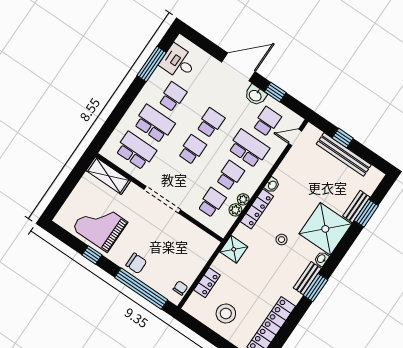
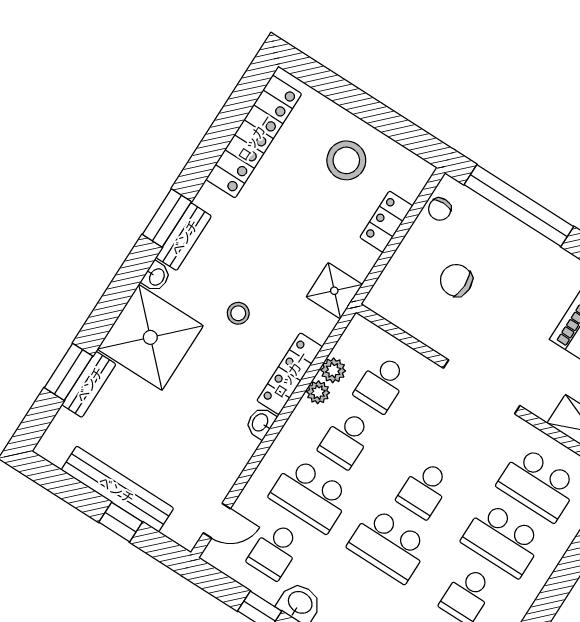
school desk: (211, 123) -> (389, 545), width x1.85
chair: (136, 263) -> (456, 280), moved

